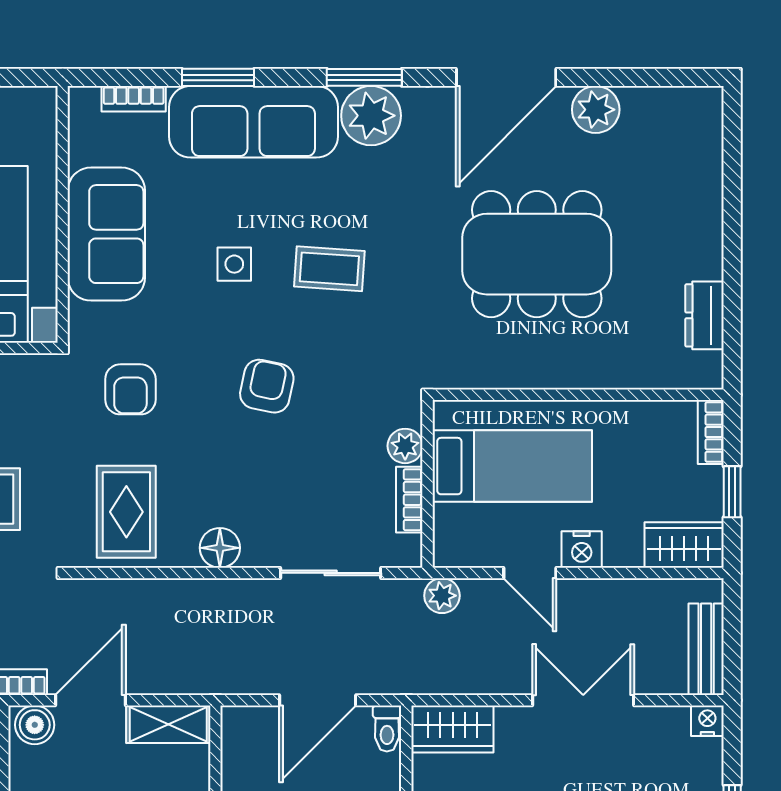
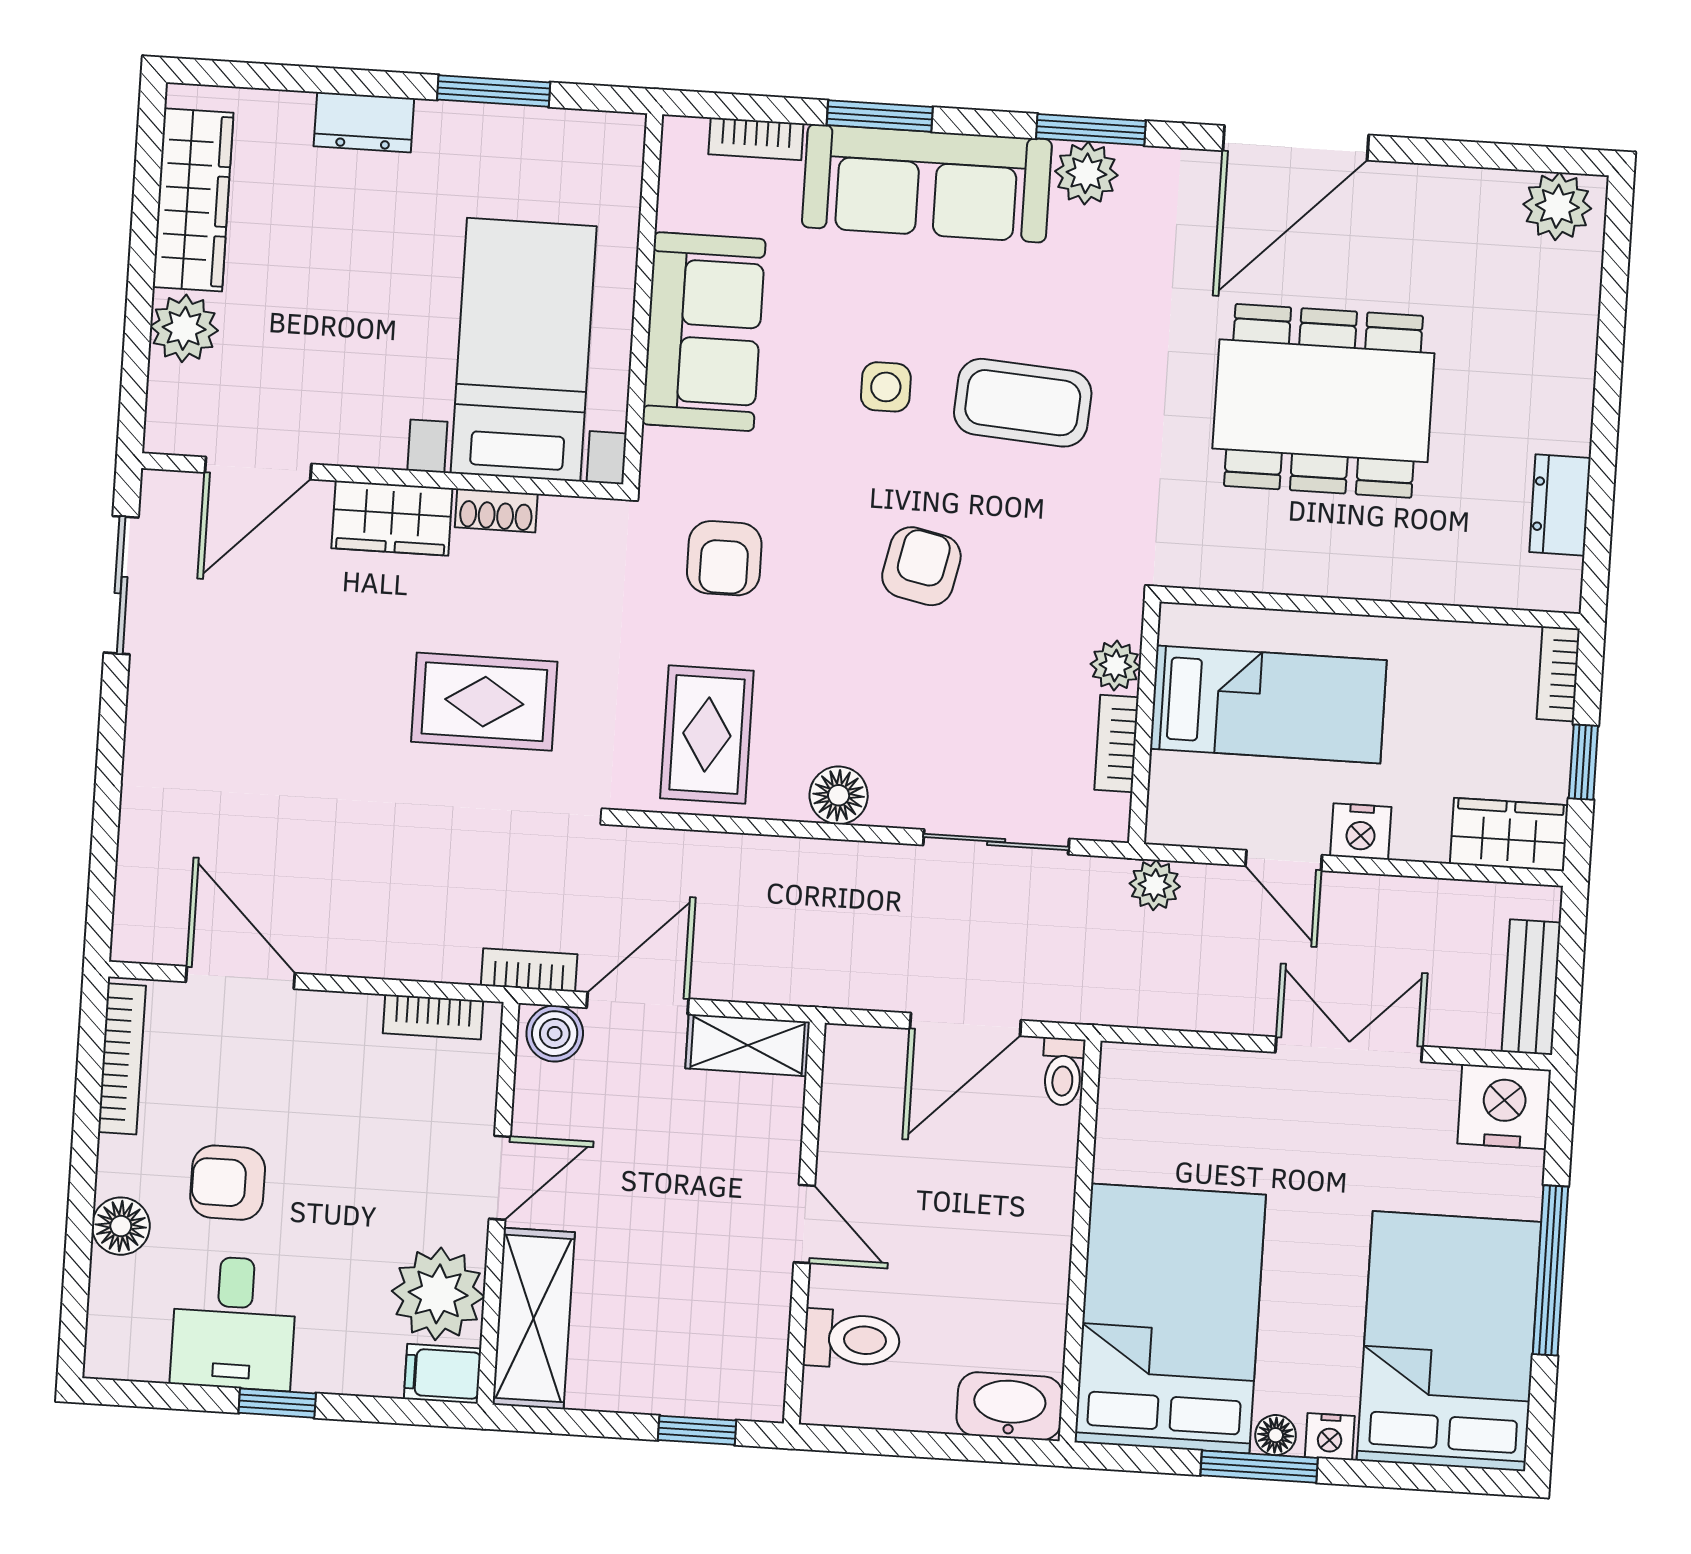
plant: (596, 110) -> (1557, 206), moved
plant: (371, 116) -> (1086, 173), width x0.73, depth x0.73
coffee table: (329, 269) -> (1023, 403), width x1.36, depth x1.30
nightstand: (707, 721) -> (1504, 1107), width x1.89, depth x1.79
wardrobe: (453, 729) -> (1158, 1079), removed

